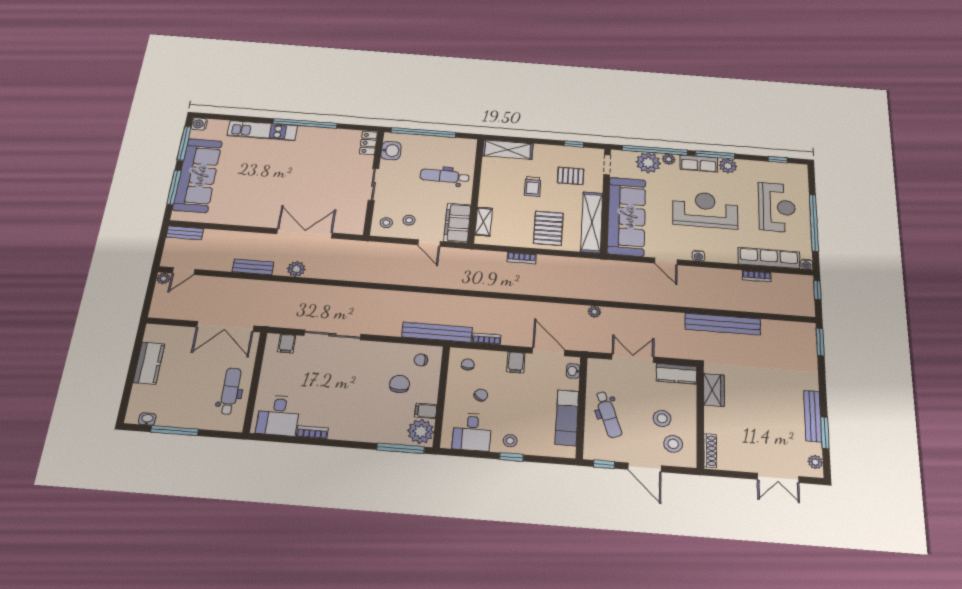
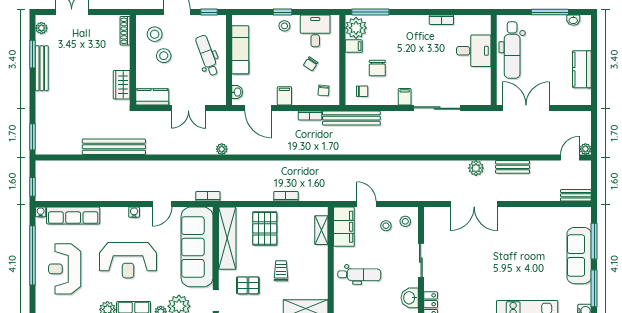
sofa: (198, 175) -> (579, 256), width x0.74, depth x0.79
door: (666, 261) -> (162, 204), swing flipped
bookcase: (757, 276) -> (208, 196), moved
filing cabinet: (287, 343) -> (405, 97), moved
dental chair: (230, 391) -> (512, 50), width x1.36, depth x1.38
desk: (278, 415) -> (474, 51), moved, turned 90

